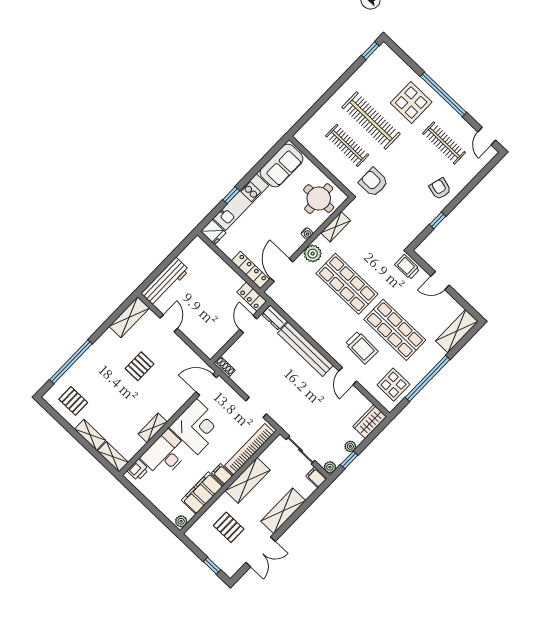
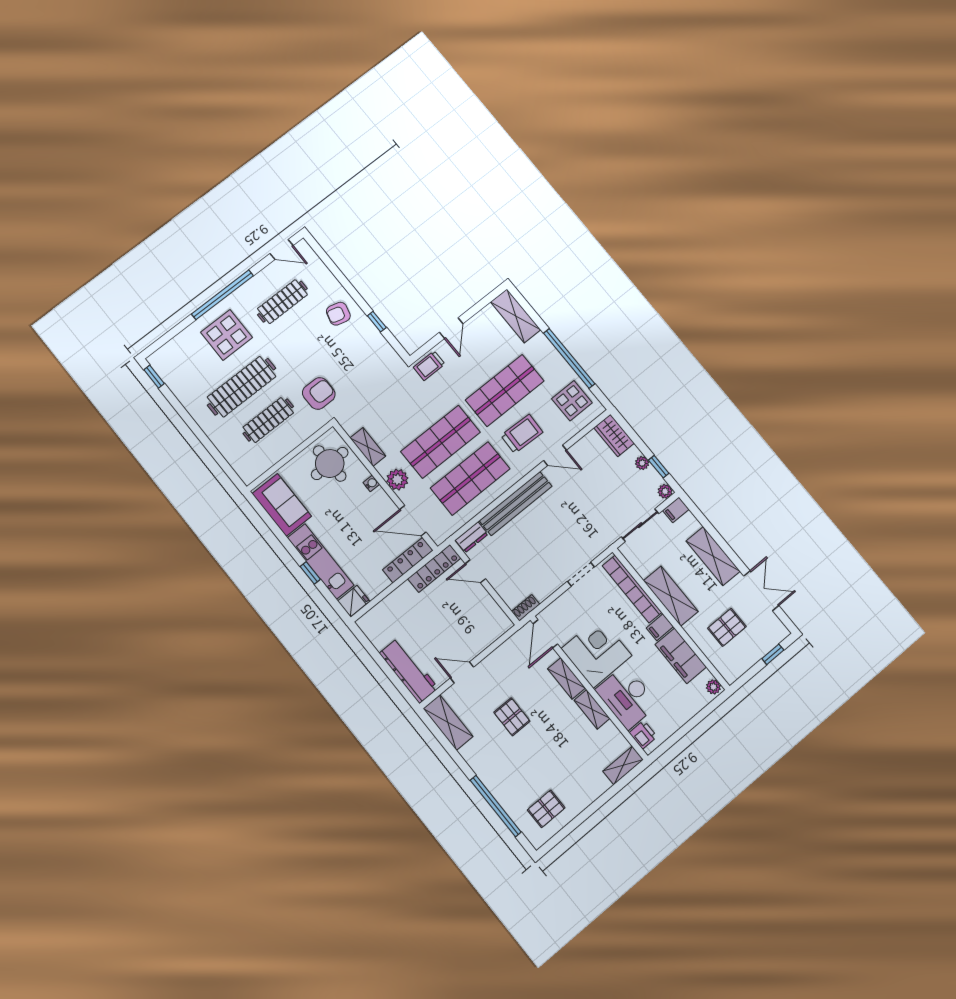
armchair: (373, 182) -> (319, 393), turned 180
locker: (252, 297) -> (434, 568), width x1.53
shop shelf: (321, 311) -> (470, 478), added
shelving: (90, 435) -> (566, 678), moved, turned 90

